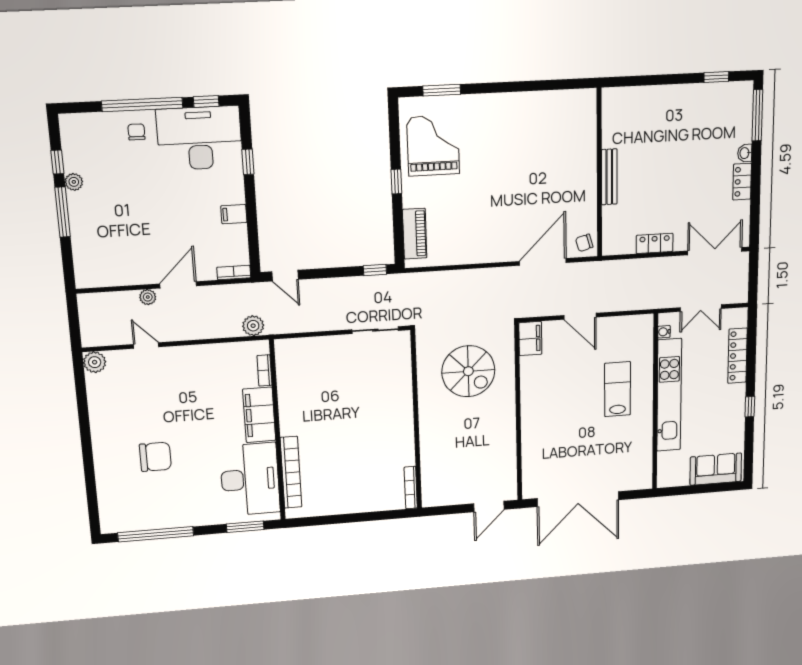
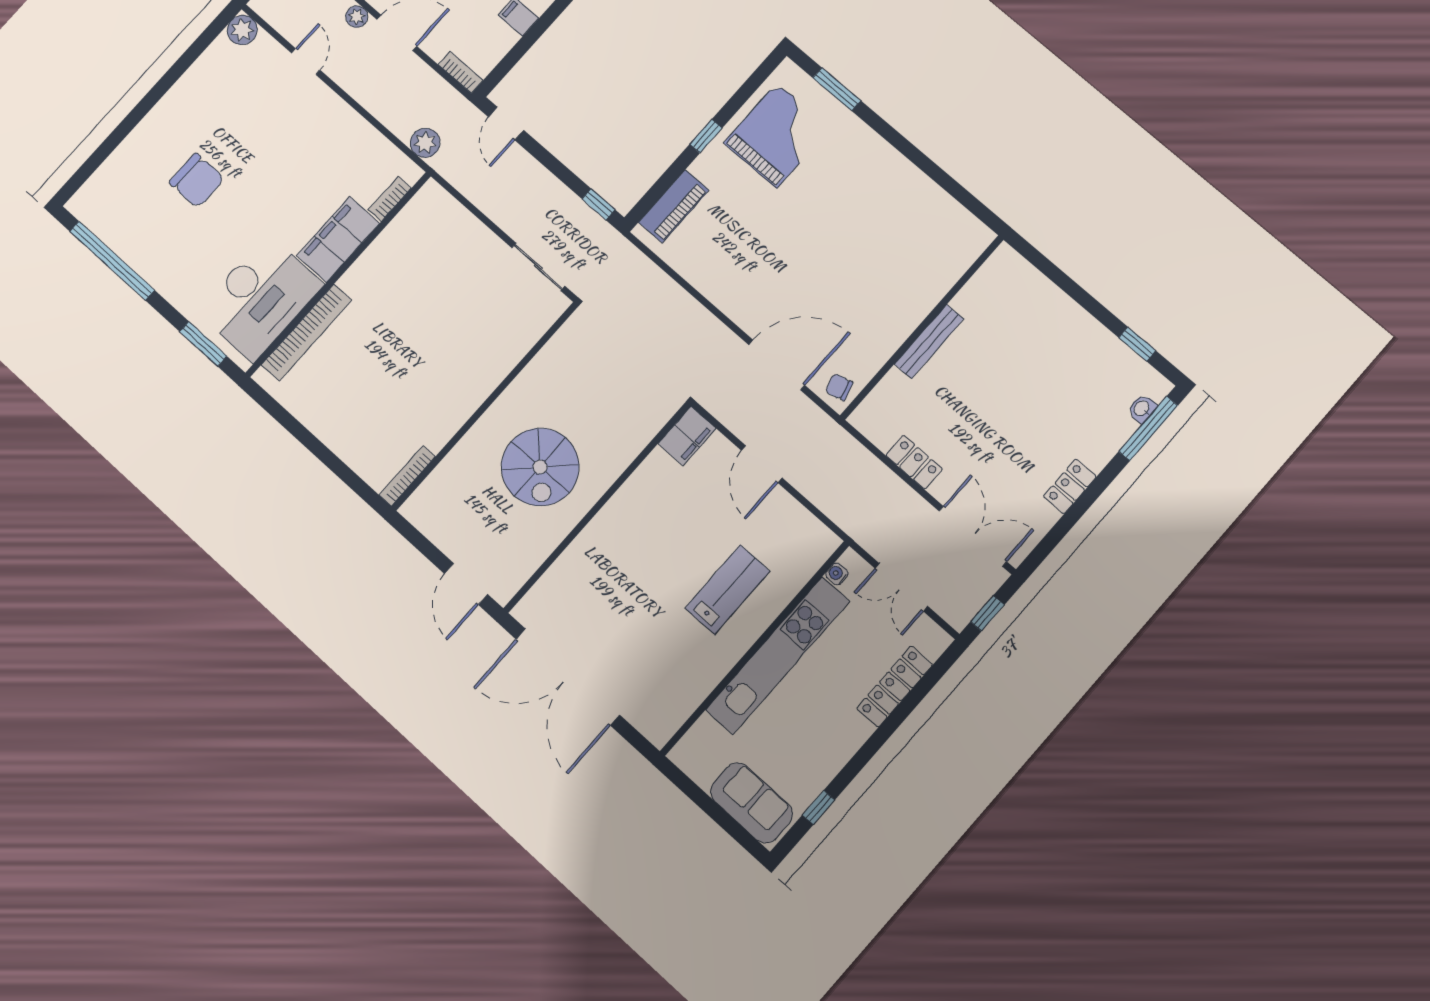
washbasin: (745, 153) -> (1142, 408), moved
window: (753, 280) -> (987, 613), added
spiral stairs: (468, 371) -> (540, 467), moved
window: (750, 407) -> (818, 808), moved
door: (489, 507) -> (466, 584), hinge flipped

